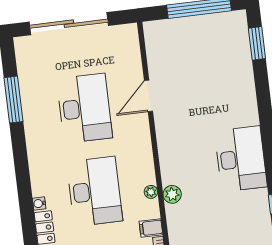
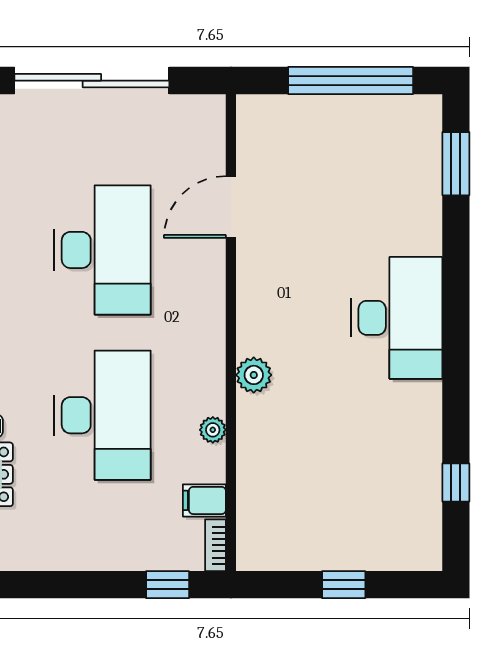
door: (149, 96) -> (231, 207), moved
desk: (241, 159) -> (397, 318), moved
plant: (172, 194) -> (254, 375), moved

